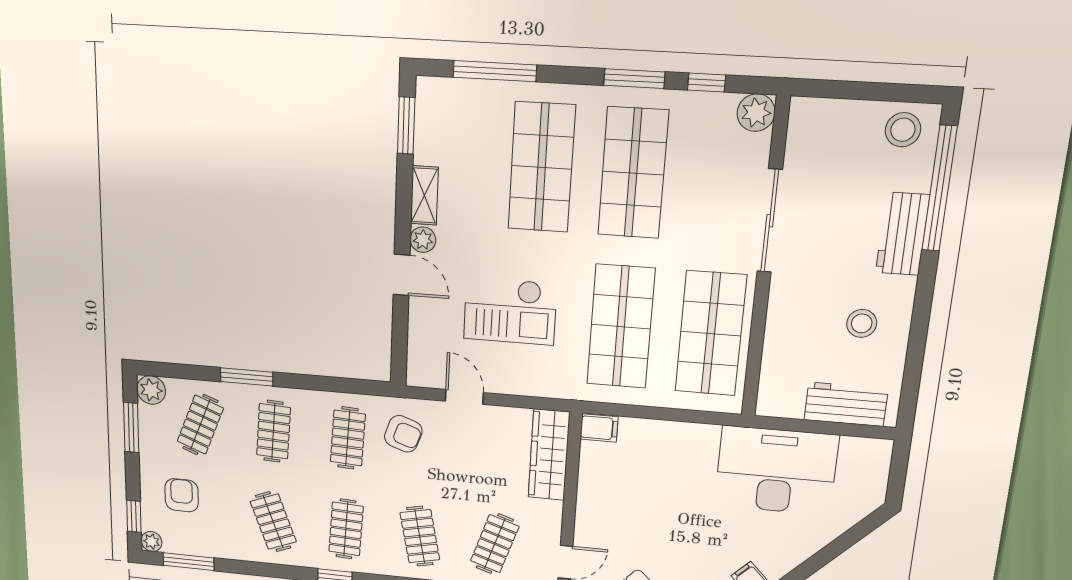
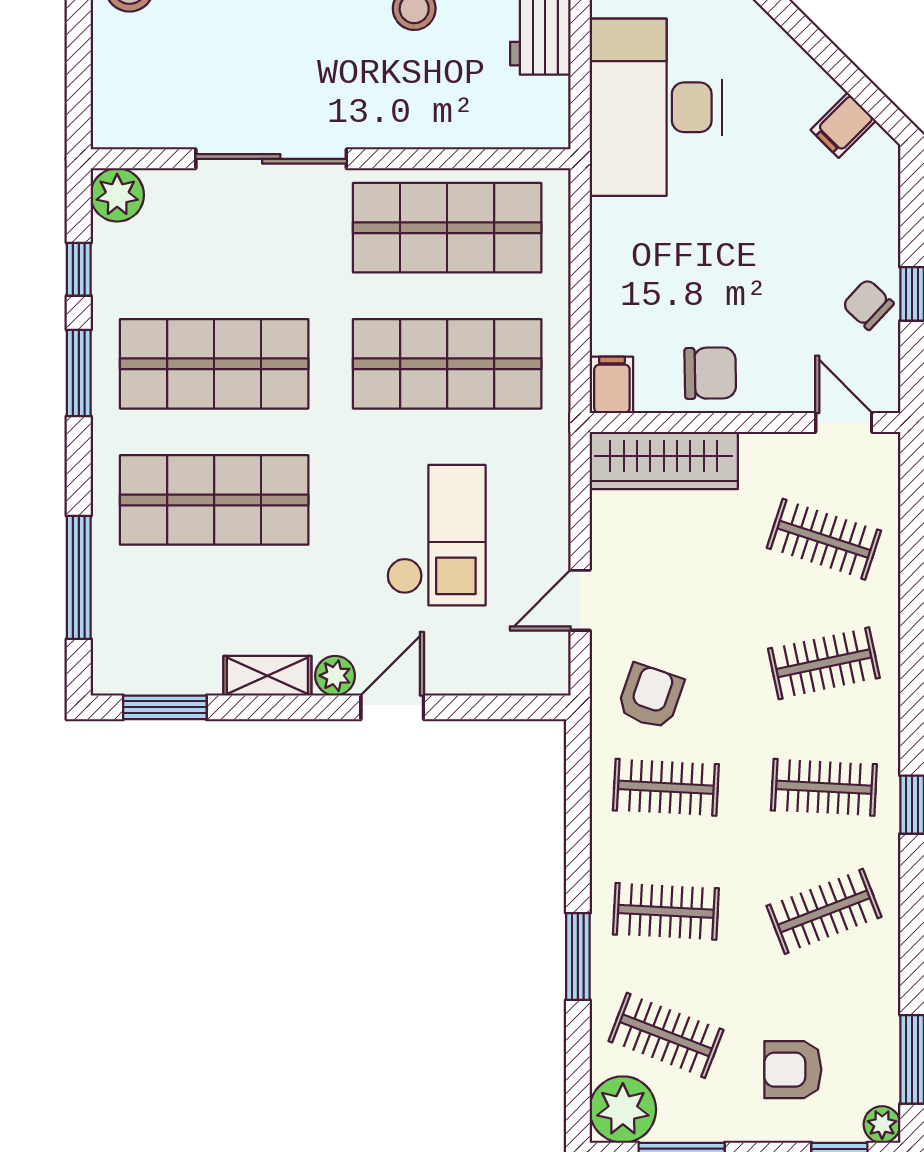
plant: (151, 390) -> (623, 1110), width x1.36, depth x1.36
chair: (602, 488) -> (710, 373), added

